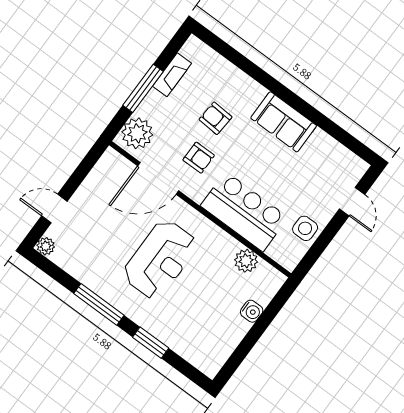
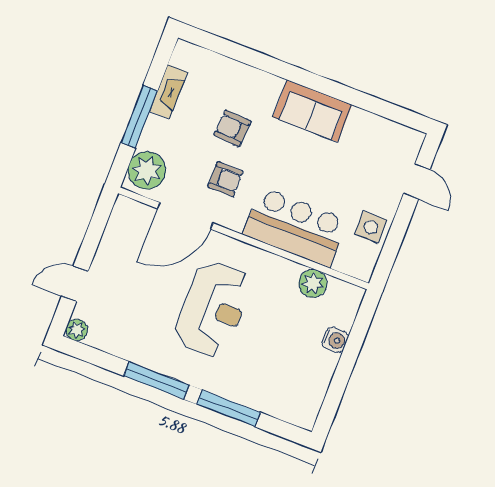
window: (151, 343) -> (228, 408), width x1.44

